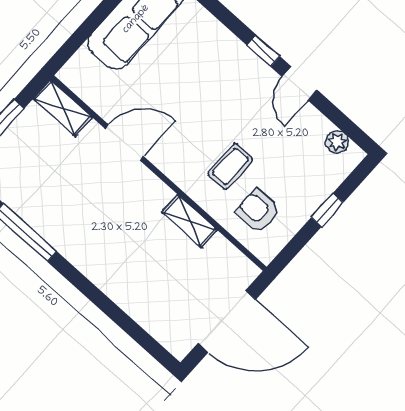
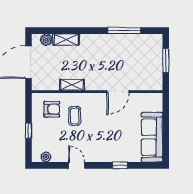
window: (263, 51) -> (120, 165), moved
shelving: (63, 108) -> (66, 40), moved
boiler: (165, 332) -> (46, 40), added

